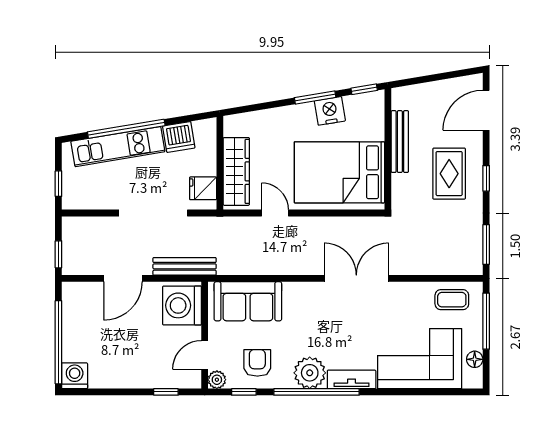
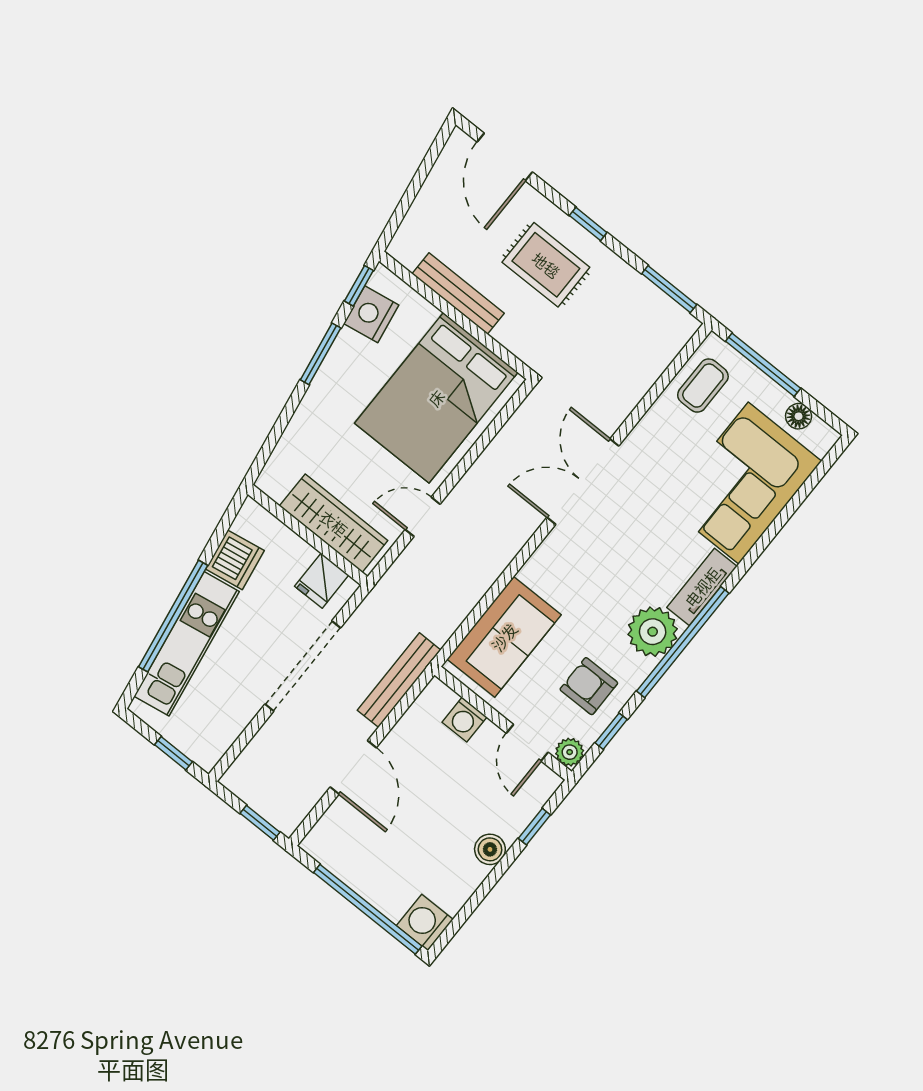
nightstand: (330, 111) -> (371, 314), moved
washing machine: (182, 305) -> (465, 720), width x0.53, depth x0.53
boiler: (137, 379) -> (490, 849), added

